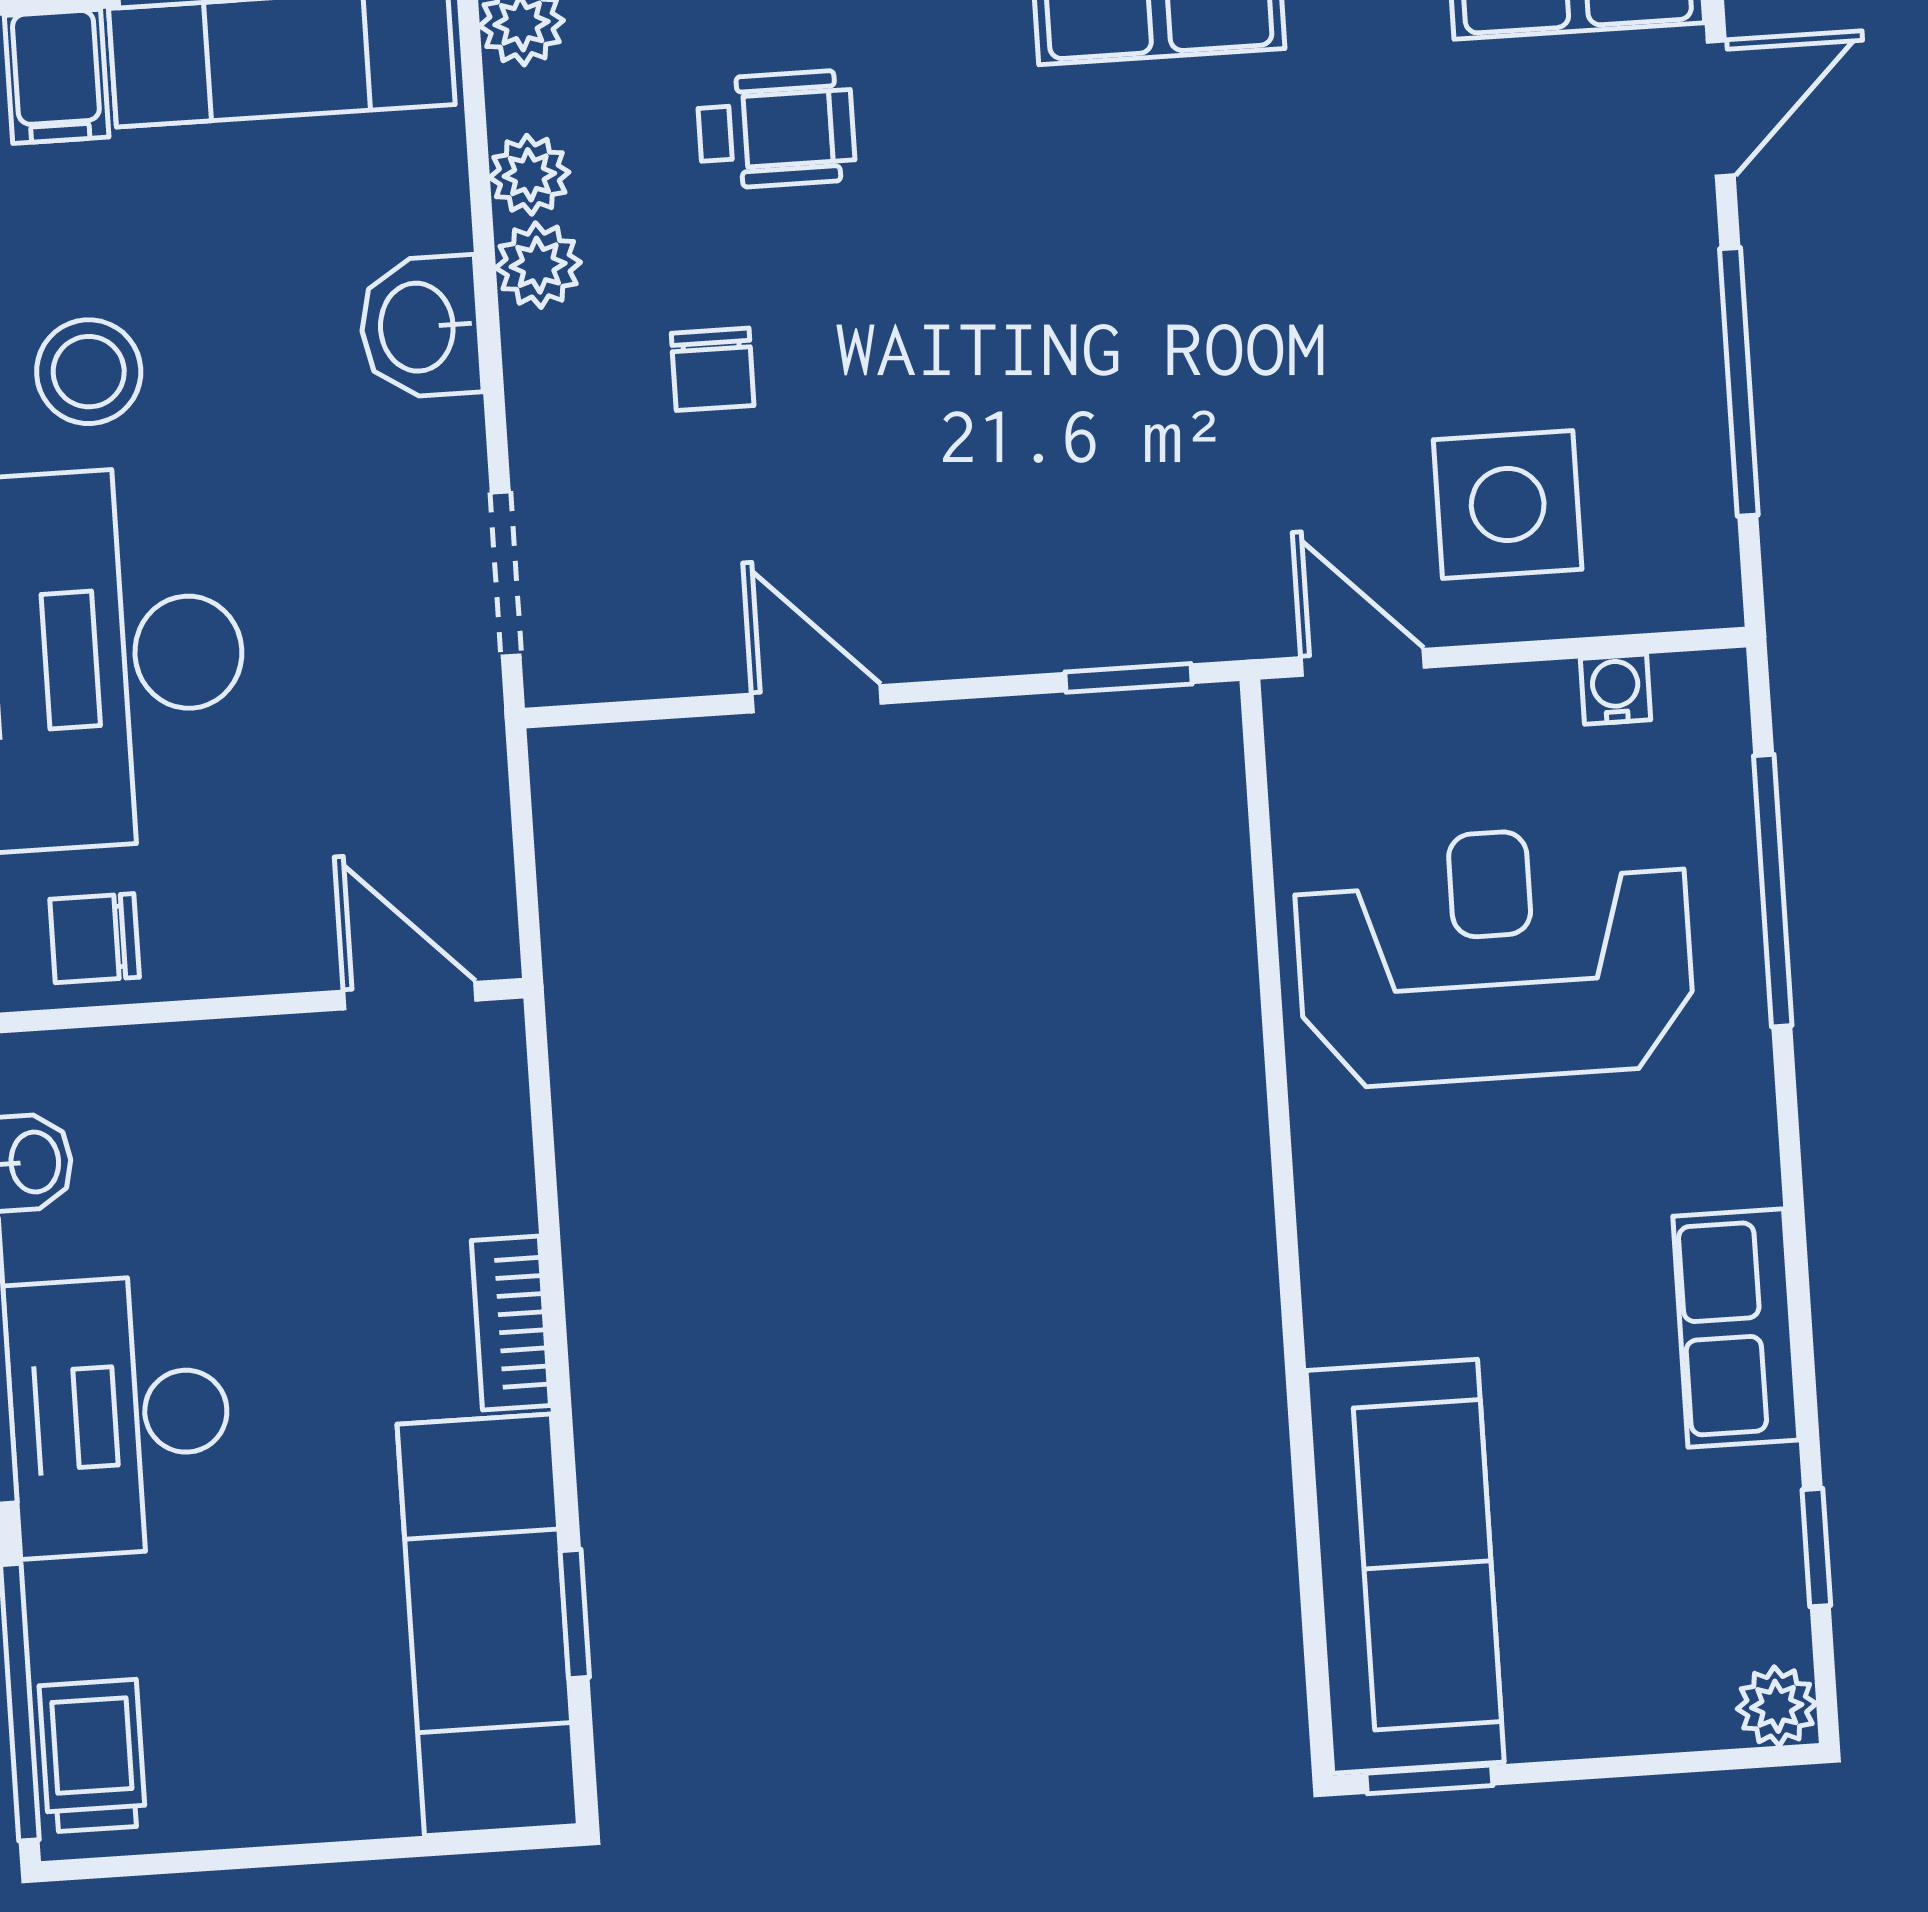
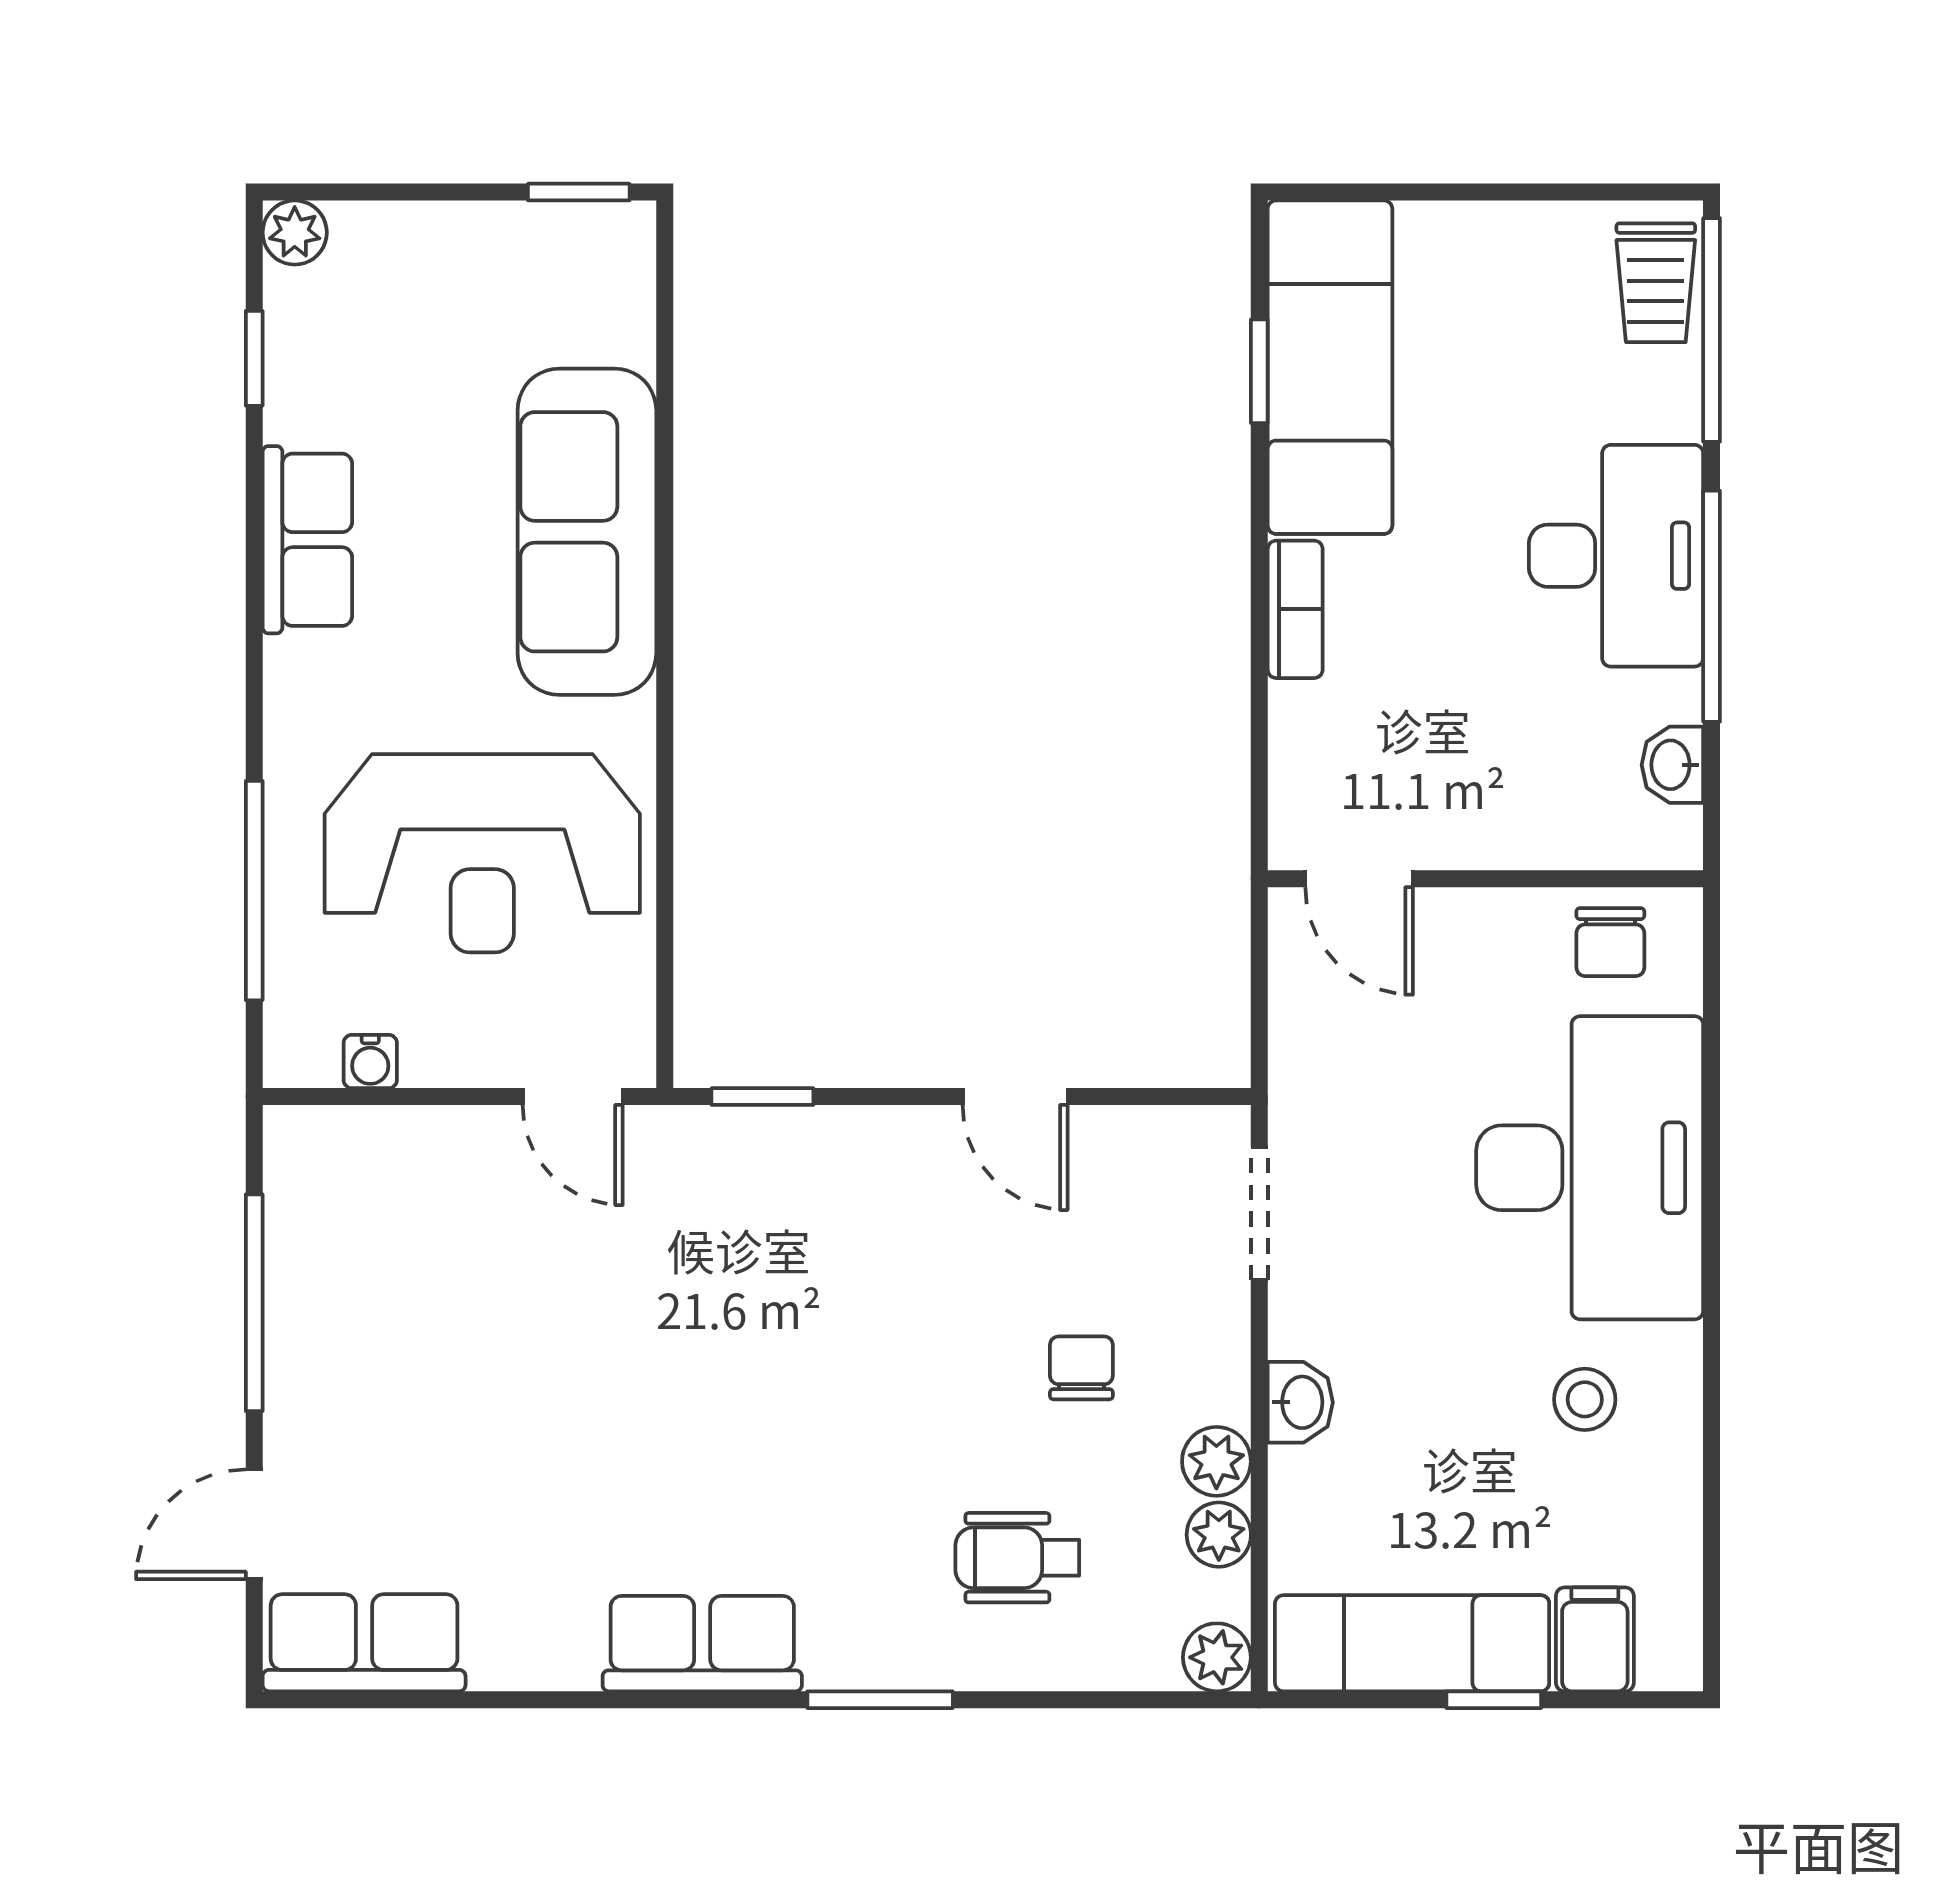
washbasin: (420, 327) -> (1300, 1402), width x0.72, depth x0.69
stool: (89, 372) -> (1585, 1399), width x0.73, depth x0.73
side table: (1508, 505) -> (447, 1216), removed
chair: (95, 938) -> (1610, 942), turned 90
sofa: (1405, 1566) -> (587, 532), moved

